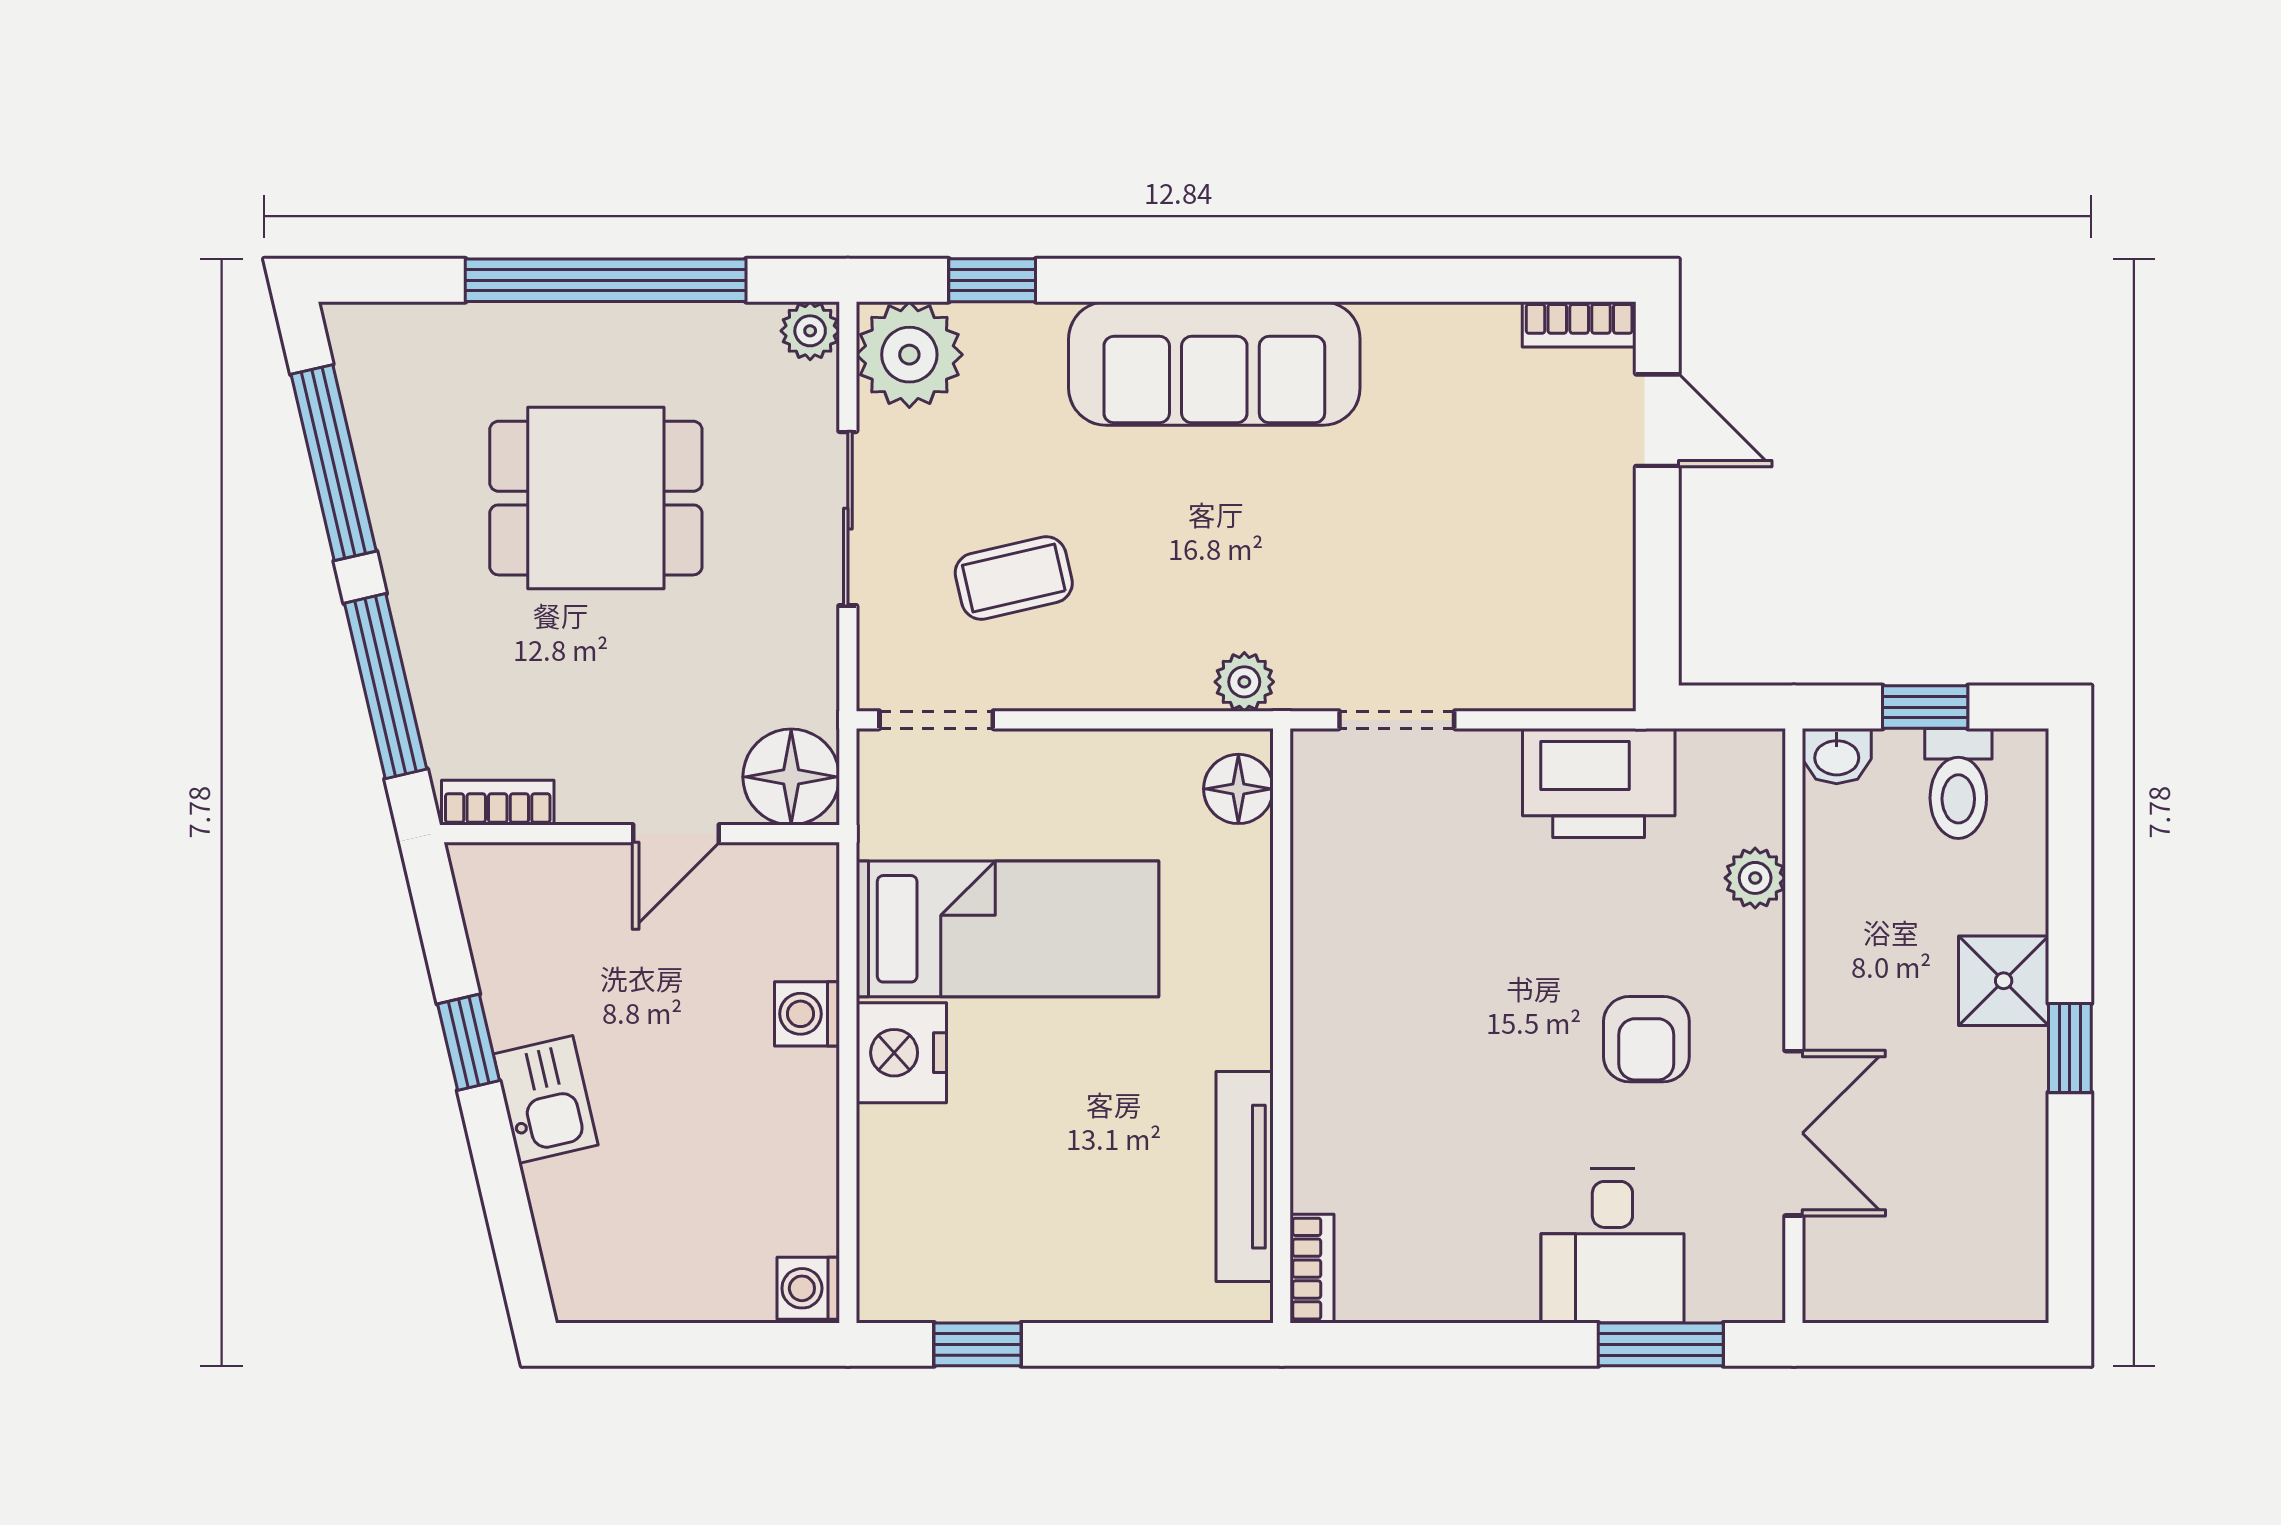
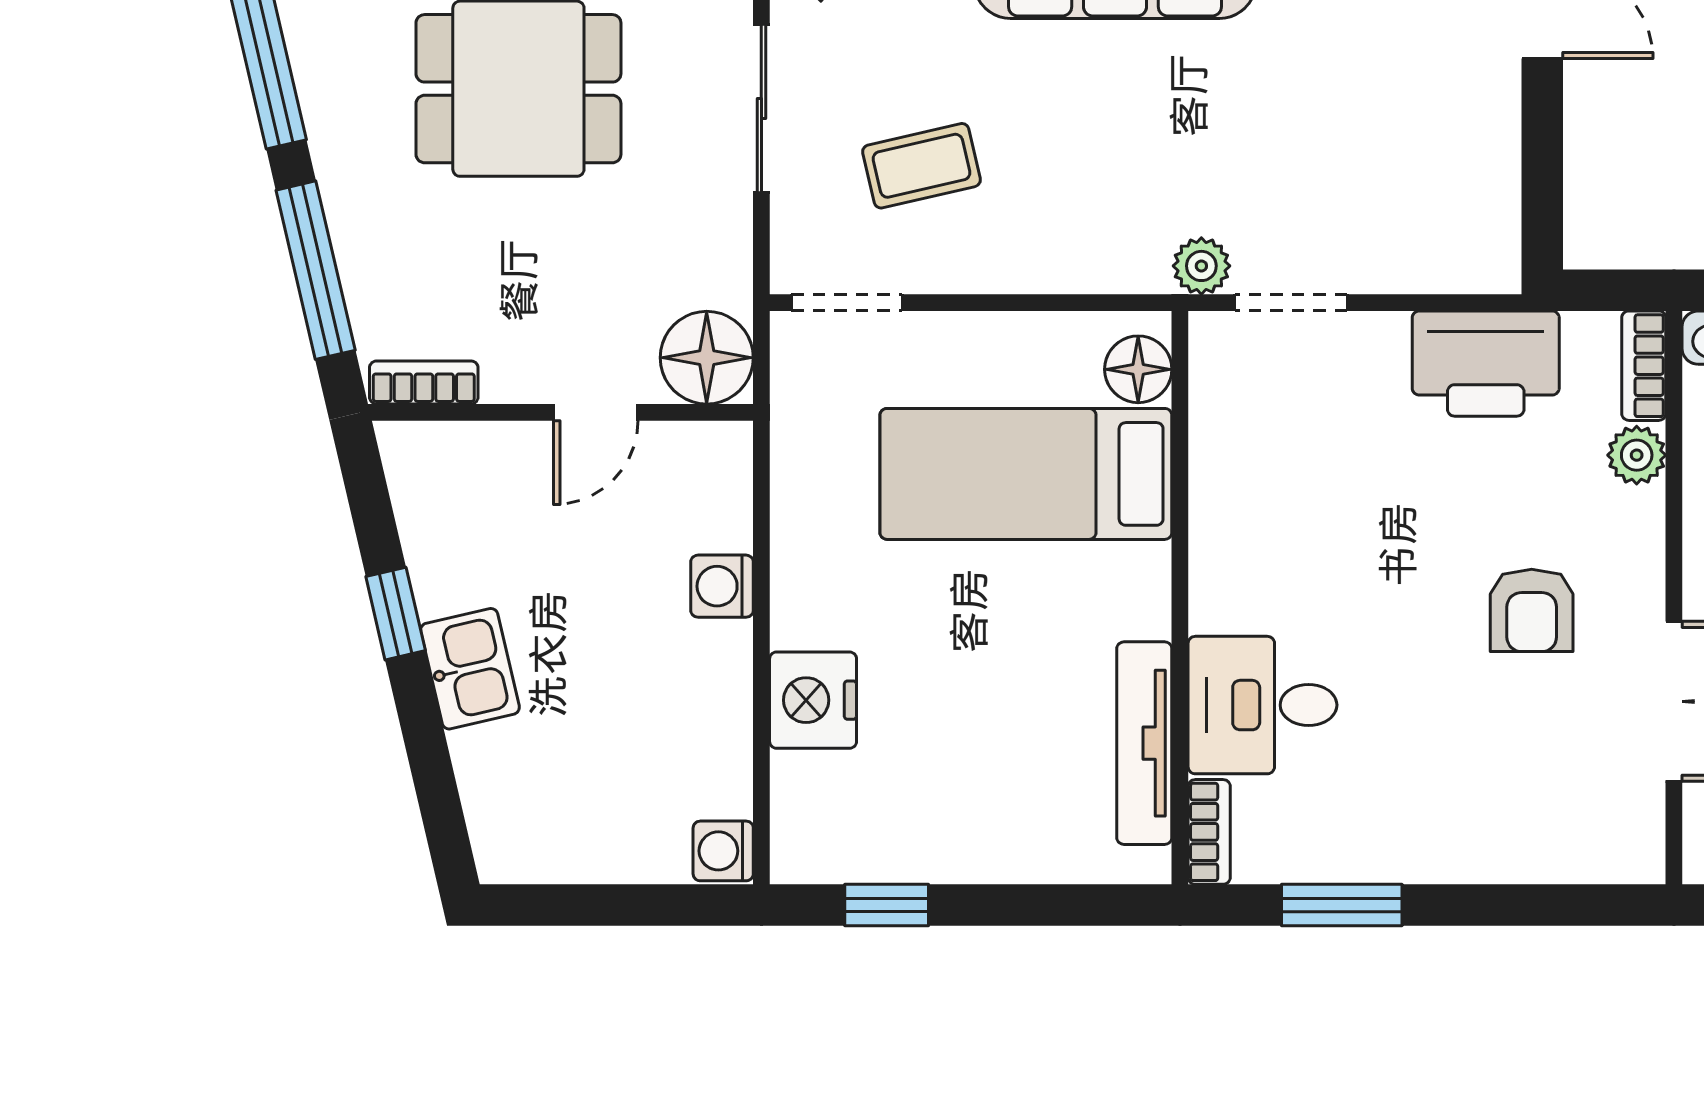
plant: (1244, 682) -> (1201, 266), moved
bookcase: (1763, 785) -> (1644, 366), added
bed: (1008, 929) -> (1026, 474), moved, turned 180
nightstand: (901, 1053) -> (813, 700), moved
desk: (1612, 1246) -> (1262, 705), moved, turned 90
window: (1661, 1344) -> (1342, 905), moved

